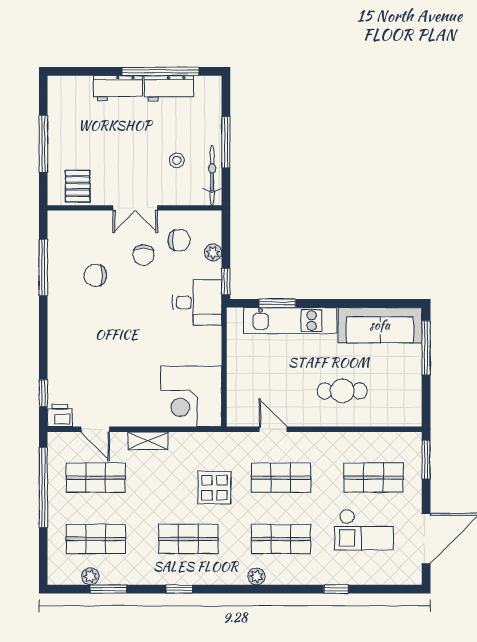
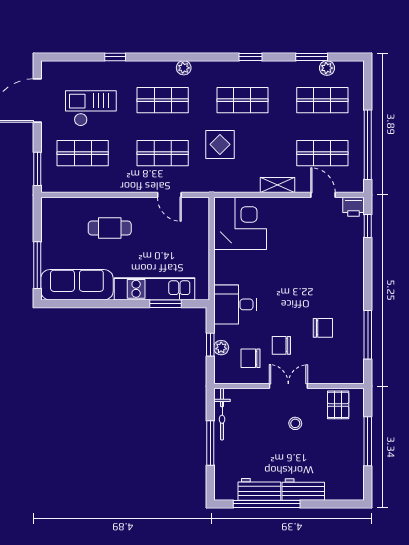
stool: (177, 160) -> (295, 423), moved
chair: (143, 255) -> (281, 345), turned -90
window: (226, 281) -> (210, 345), moved

